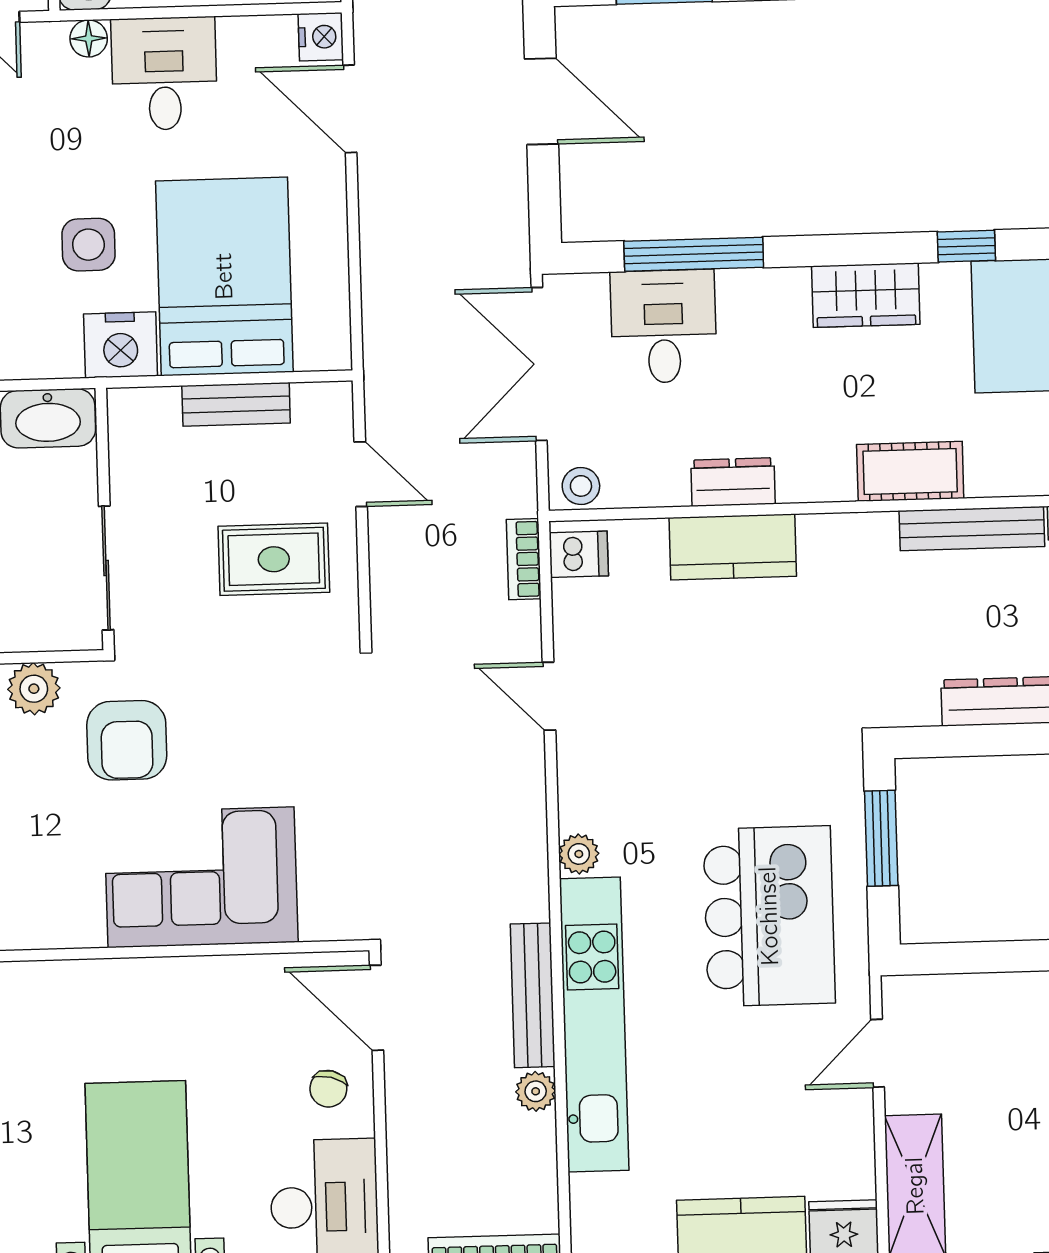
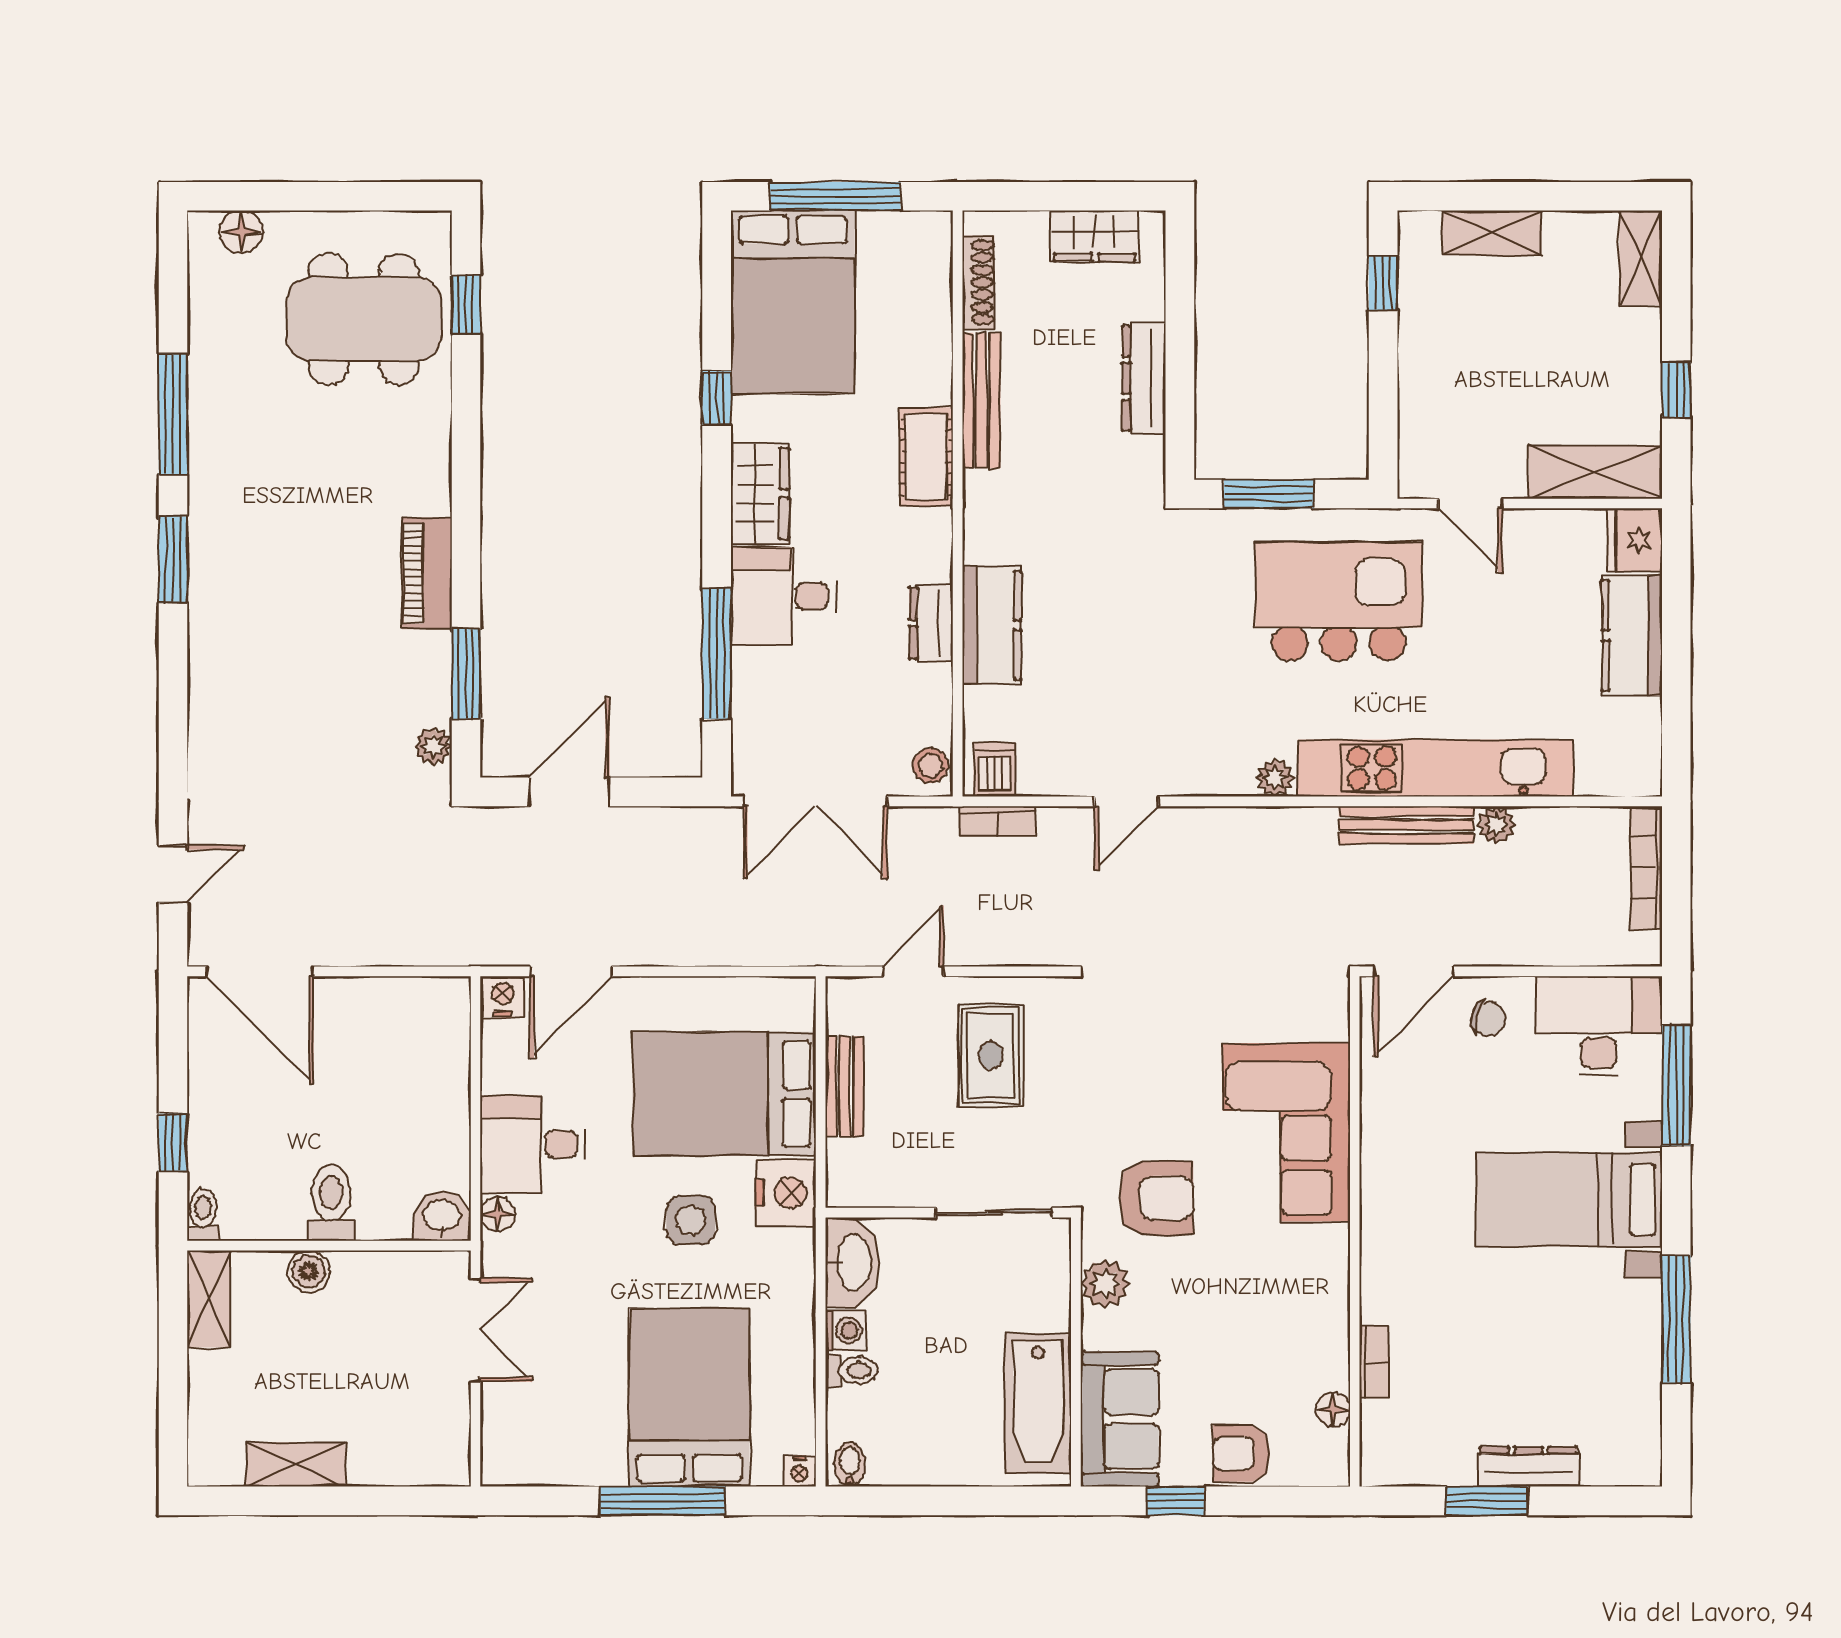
desk: (664, 326) -> (783, 596), moved

